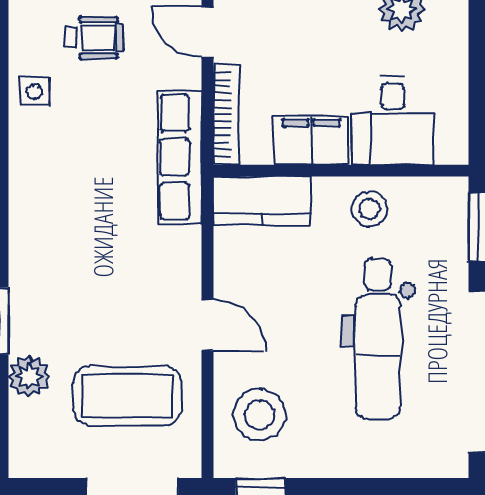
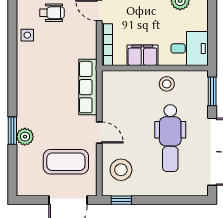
desk: (393, 120) -> (190, 48), moved, turned -90
row of seats: (180, 157) -> (88, 87), moved
kitchen counter: (262, 201) -> (122, 81), removed
plant: (29, 376) -> (25, 137), moved

